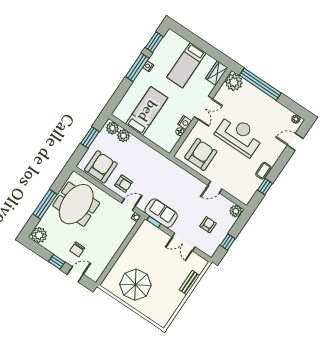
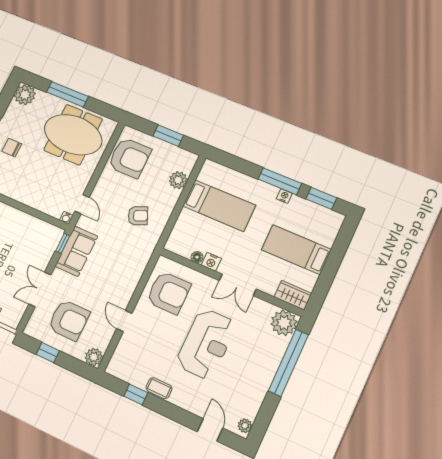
plant: (112, 128) -> (186, 163), removed
armchair: (124, 184) -> (138, 216), moved, turned -114
armchair: (208, 225) -> (69, 320), width x1.88, depth x1.88

